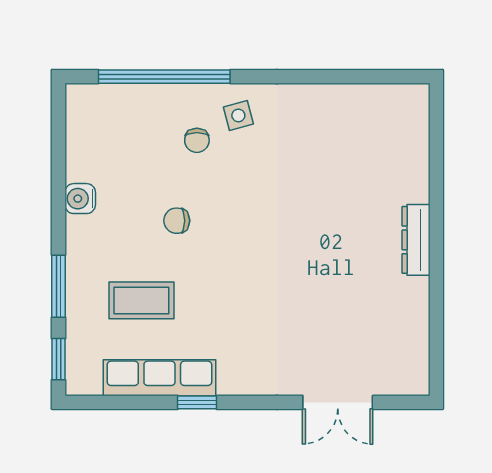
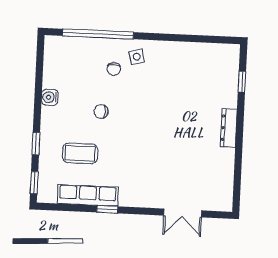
window: (436, 153) -> (242, 82), added
window: (58, 286) -> (36, 144), width x0.67

